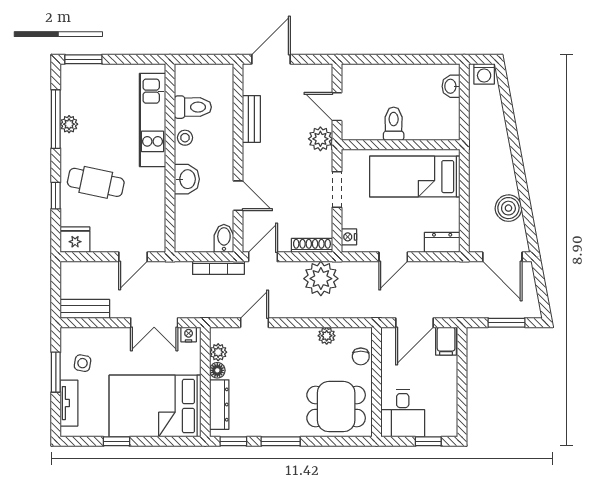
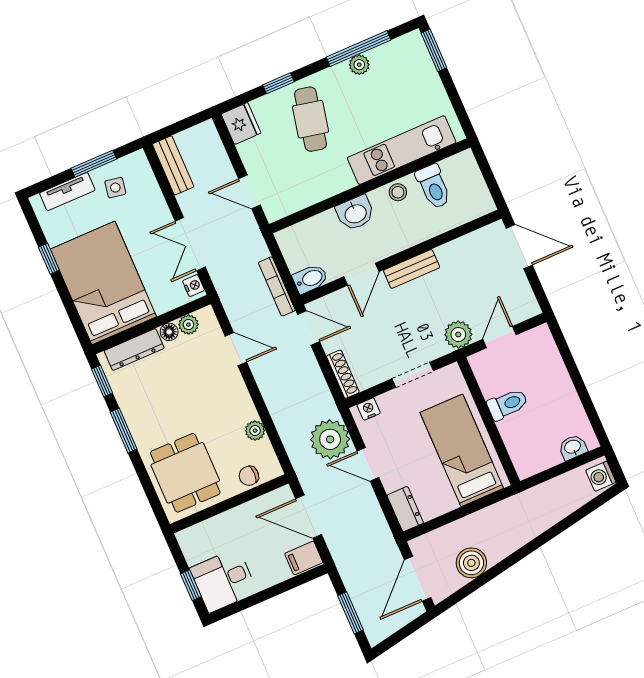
bench: (251, 119) -> (412, 269), moved
plant: (321, 279) -> (330, 439), moved
desk: (403, 413) -> (224, 580), moved

